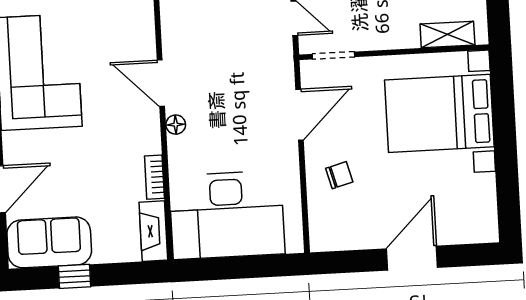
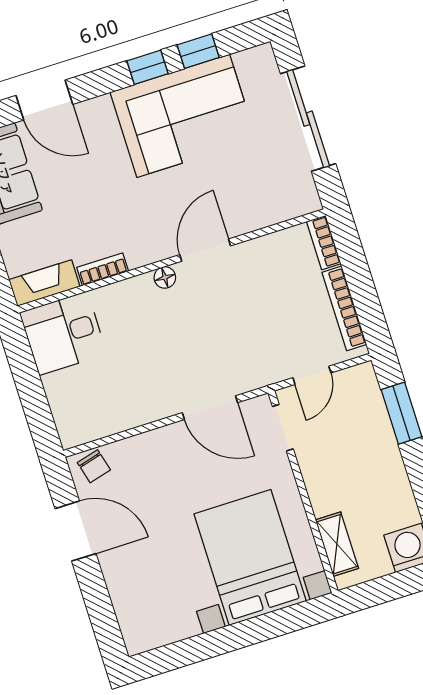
chair: (339, 175) -> (94, 466), moved
desk: (227, 215) -> (63, 333), width x0.53, depth x0.77
door: (412, 258) -> (75, 531), moved

